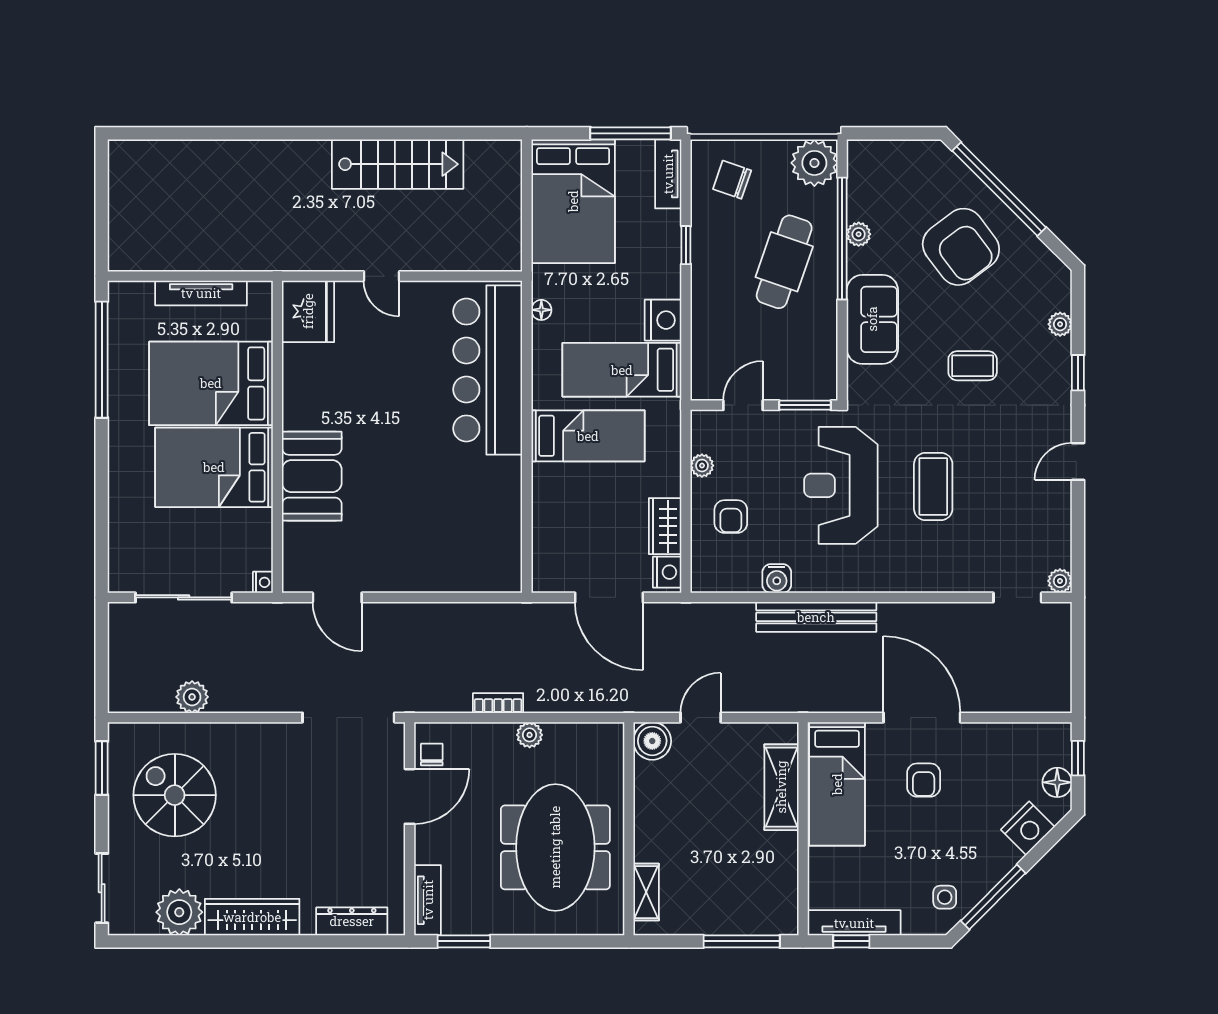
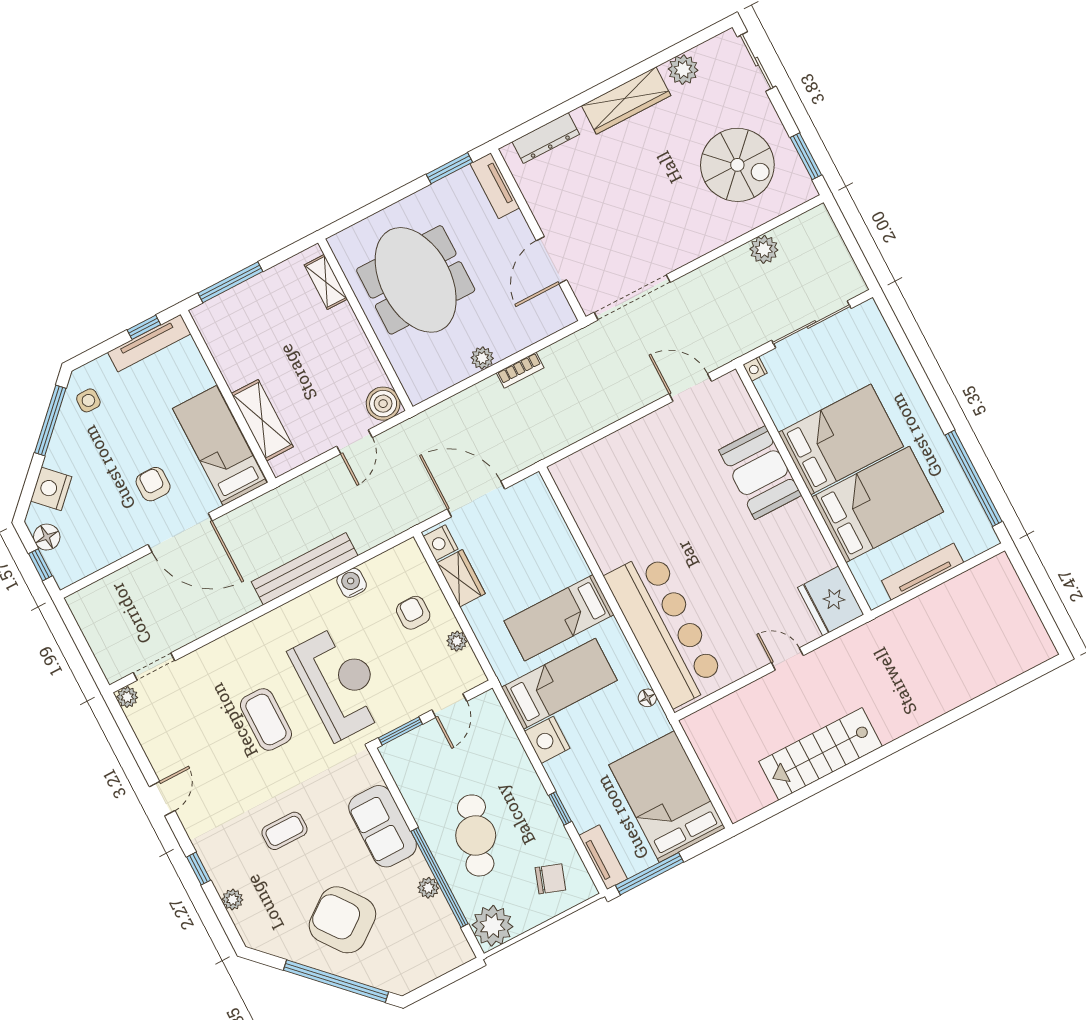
chair: (432, 755) -> (551, 302), removed
plant: (179, 912) -> (683, 70), width x0.73, depth x0.73

